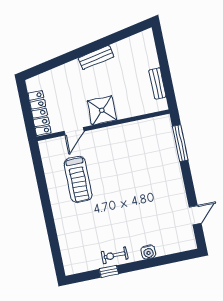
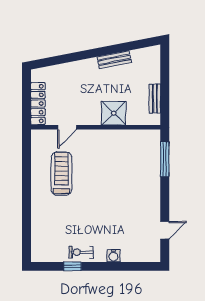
bench: (96, 57) -> (114, 60), moved
shower: (102, 110) -> (114, 113), moved
treadmill: (78, 179) -> (61, 174), turned 180

